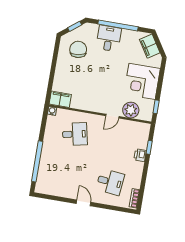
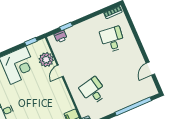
door: (112, 116) -> (60, 71), swing flipped
printer: (140, 155) -> (61, 36), moved
door: (83, 203) -> (150, 69), moved

